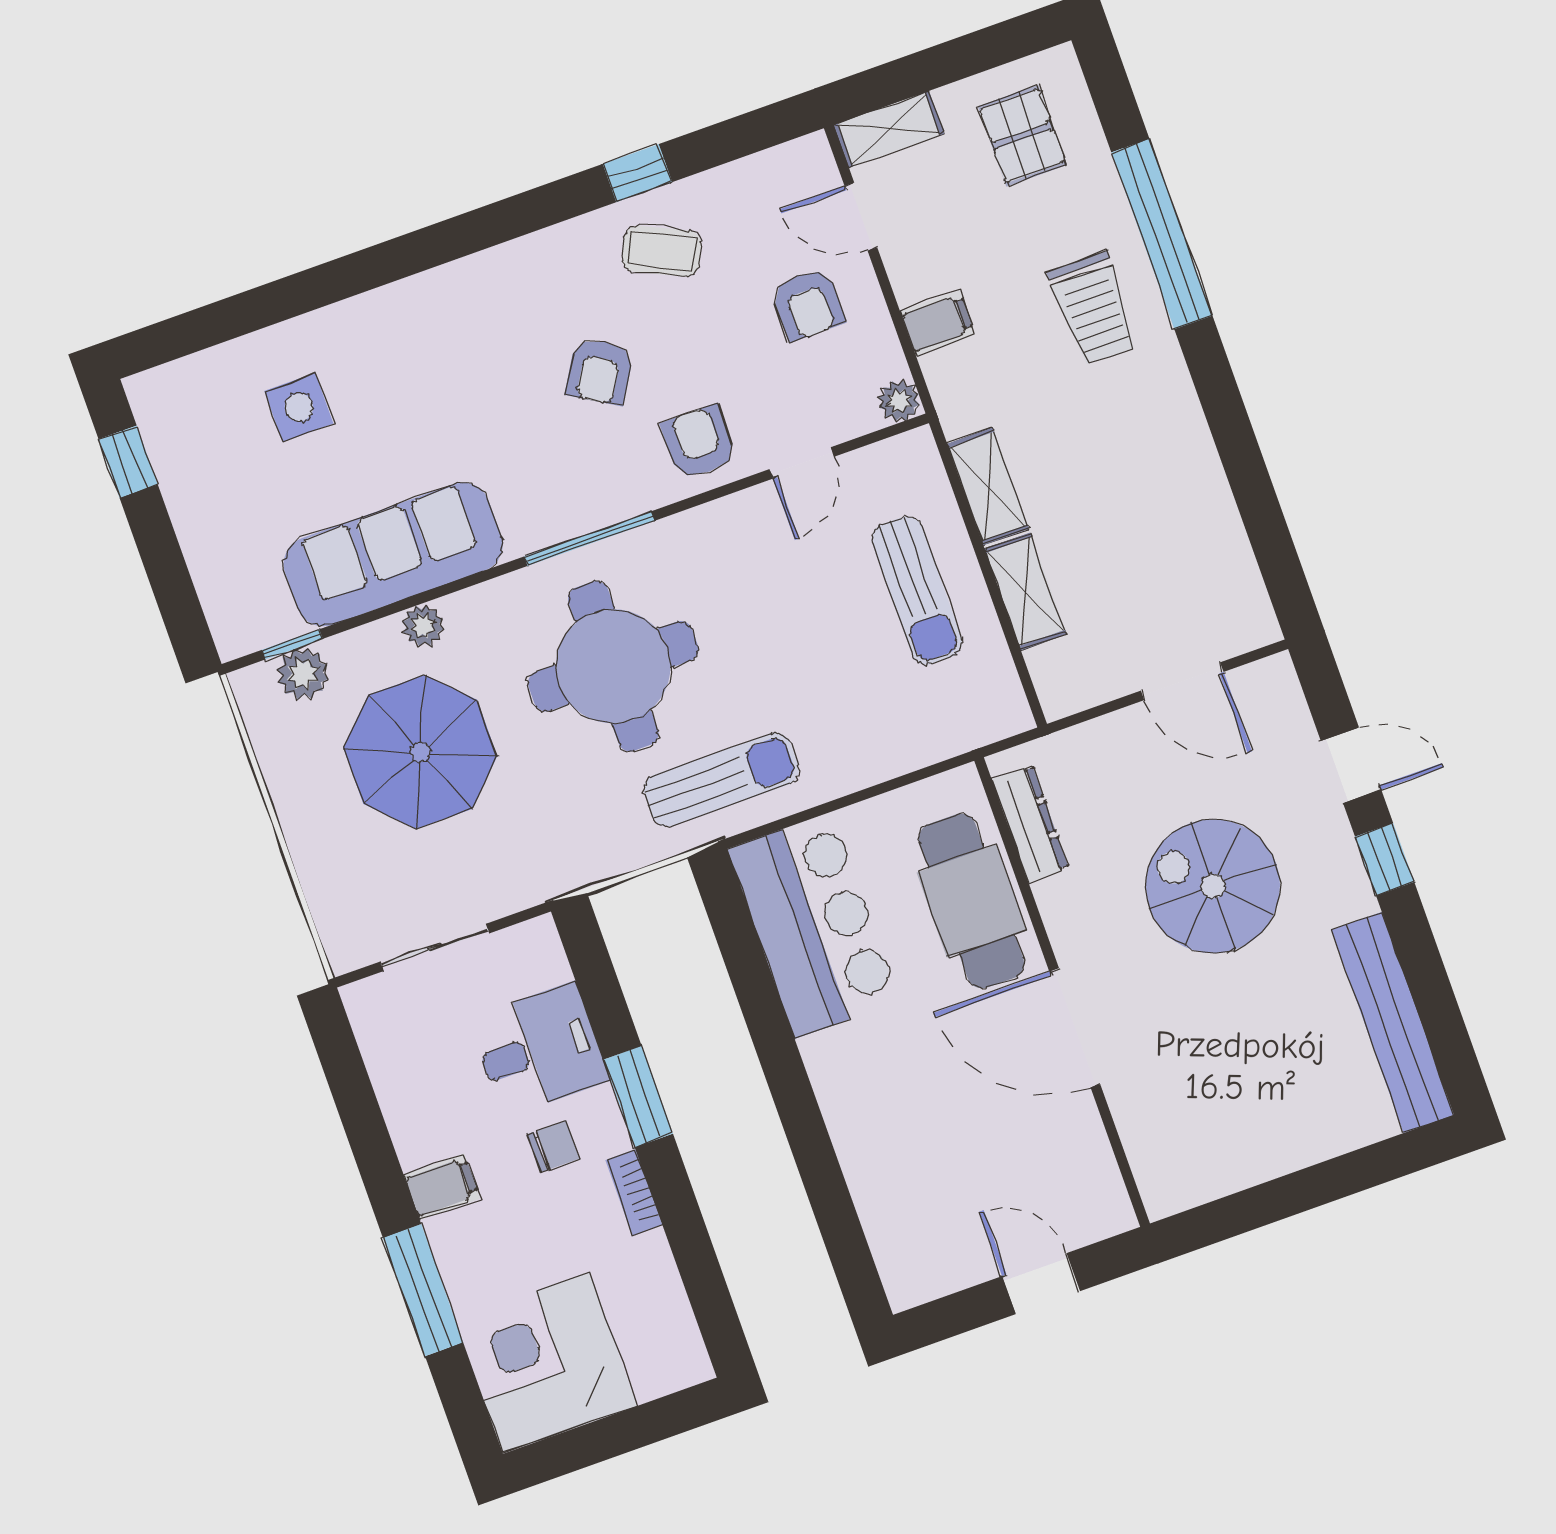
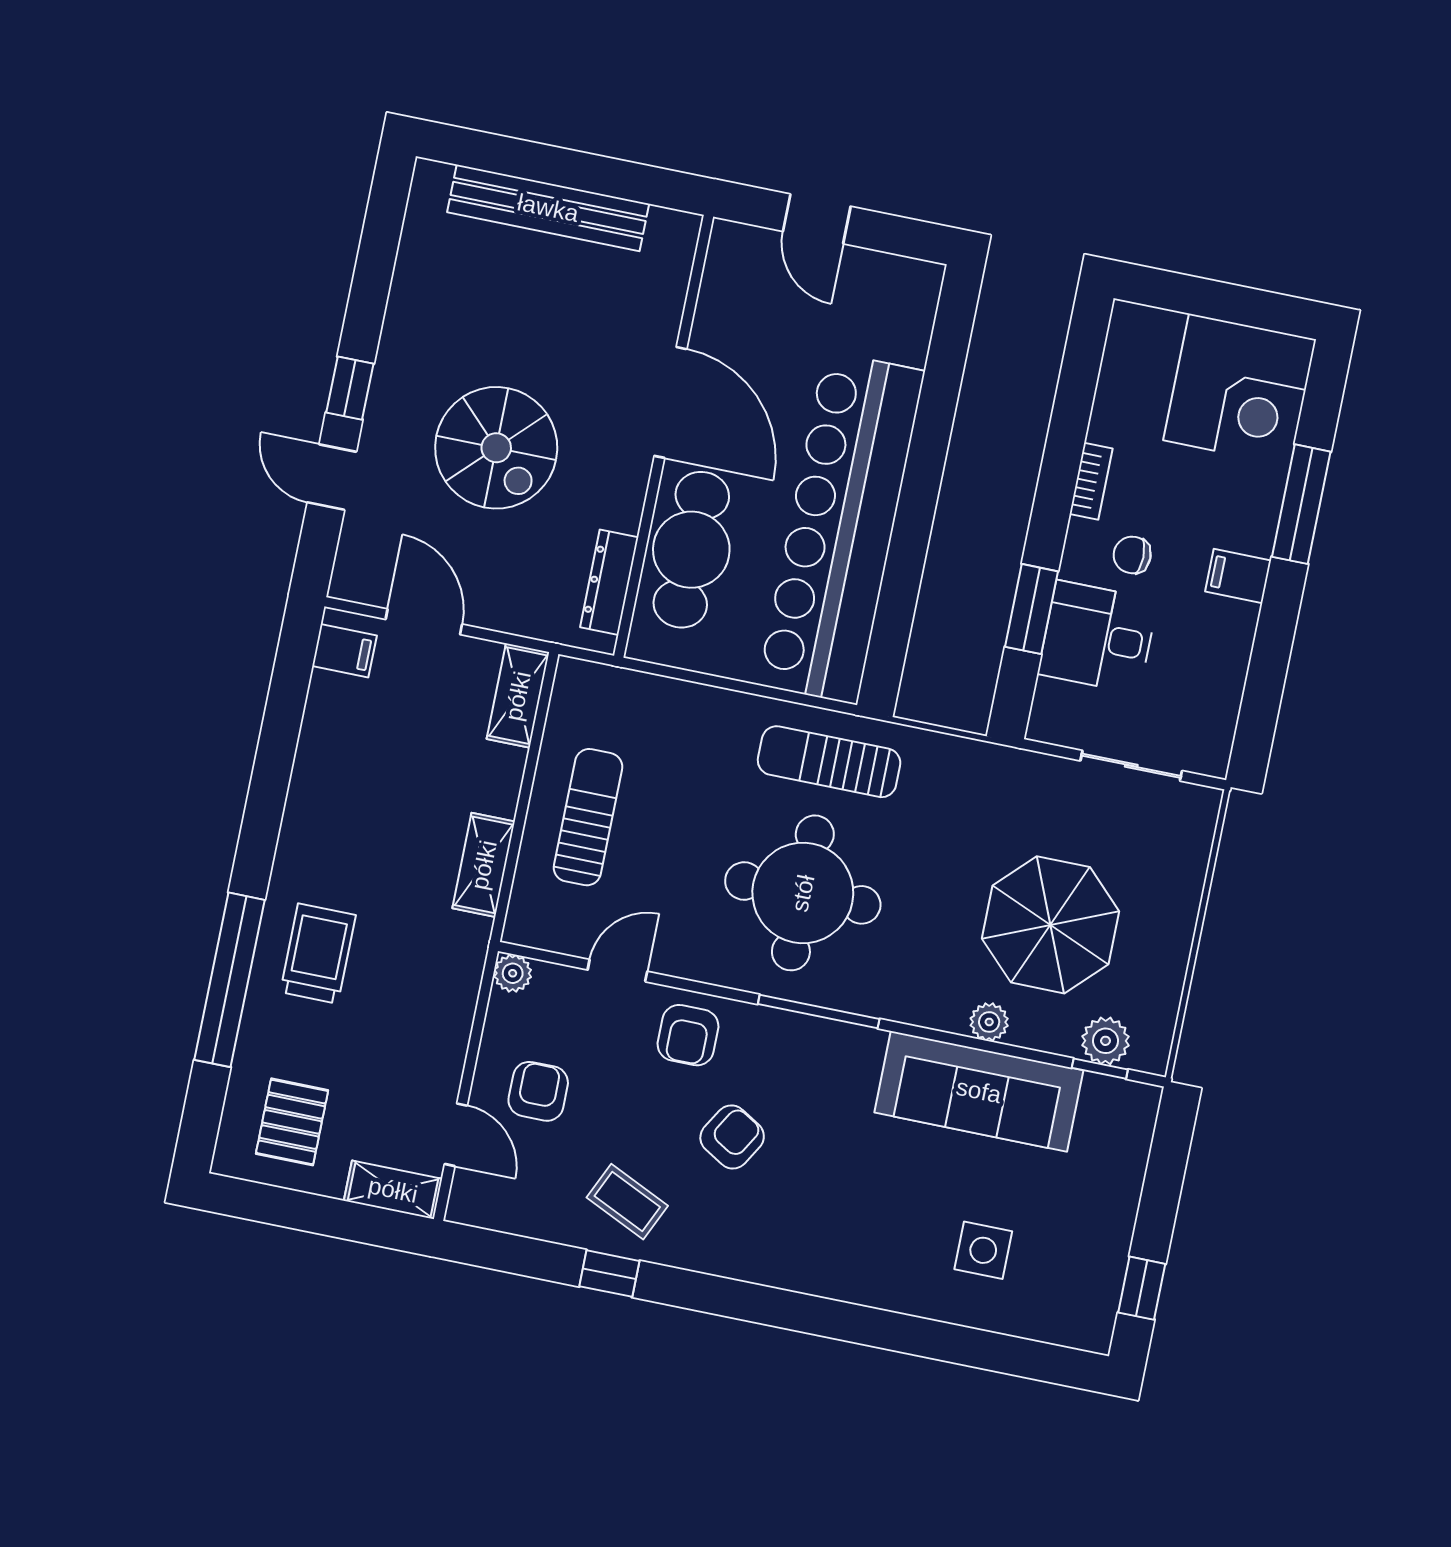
filing cabinet: (938, 323) -> (344, 651), moved, turned 180
shelving: (1025, 591) -> (518, 696), moved
round table: (613, 666) -> (803, 893), moved
bar counter: (814, 925) -> (841, 528), width x1.86
bench: (1393, 1022) -> (548, 208), moved, turned 90
window: (638, 1097) -> (1032, 609), moved

